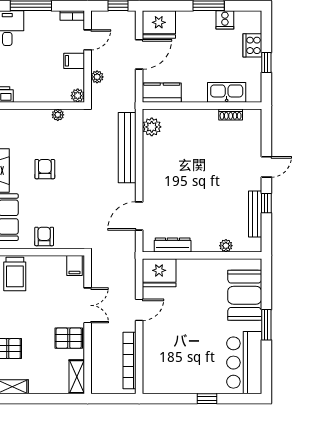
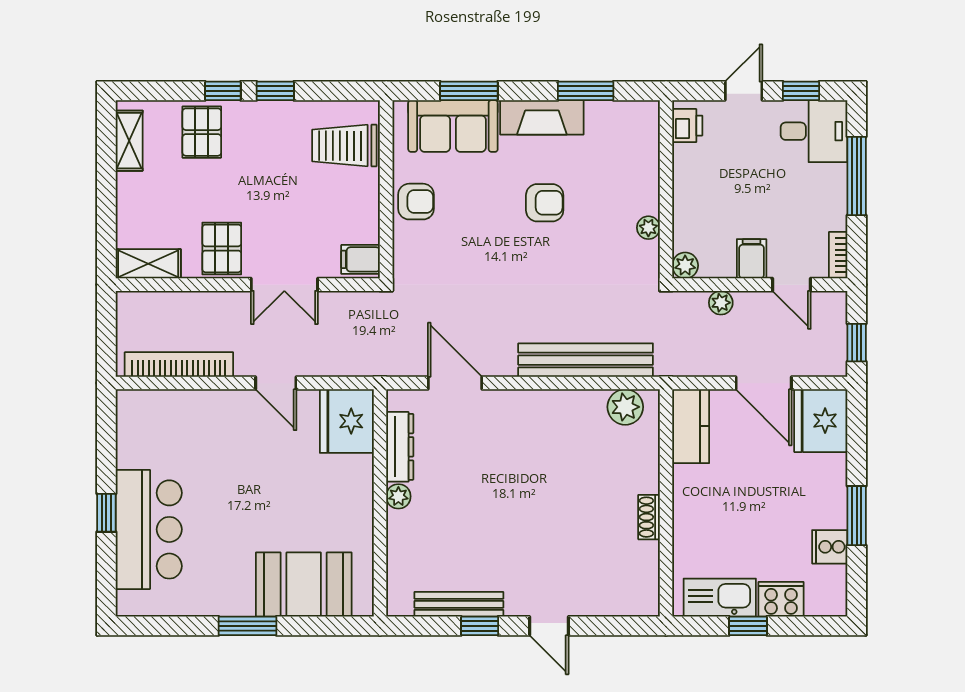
kitchen sink: (227, 92) -> (720, 598), moved, turned -90
shoe rack: (231, 114) -> (649, 517), moved
plant: (226, 246) -> (398, 496), moved
bar counter: (244, 363) -> (149, 529), moved, turned 90

